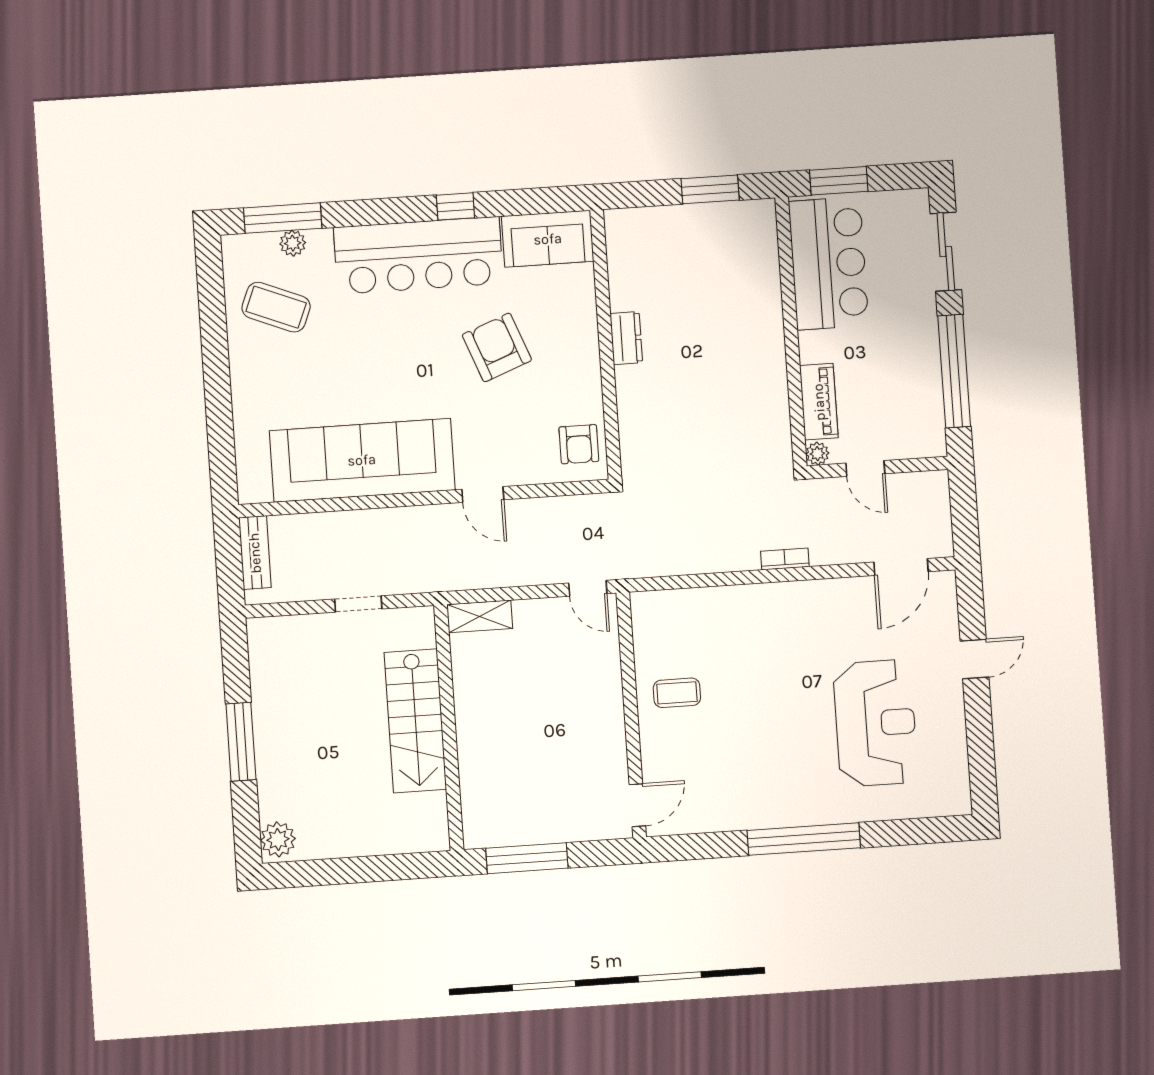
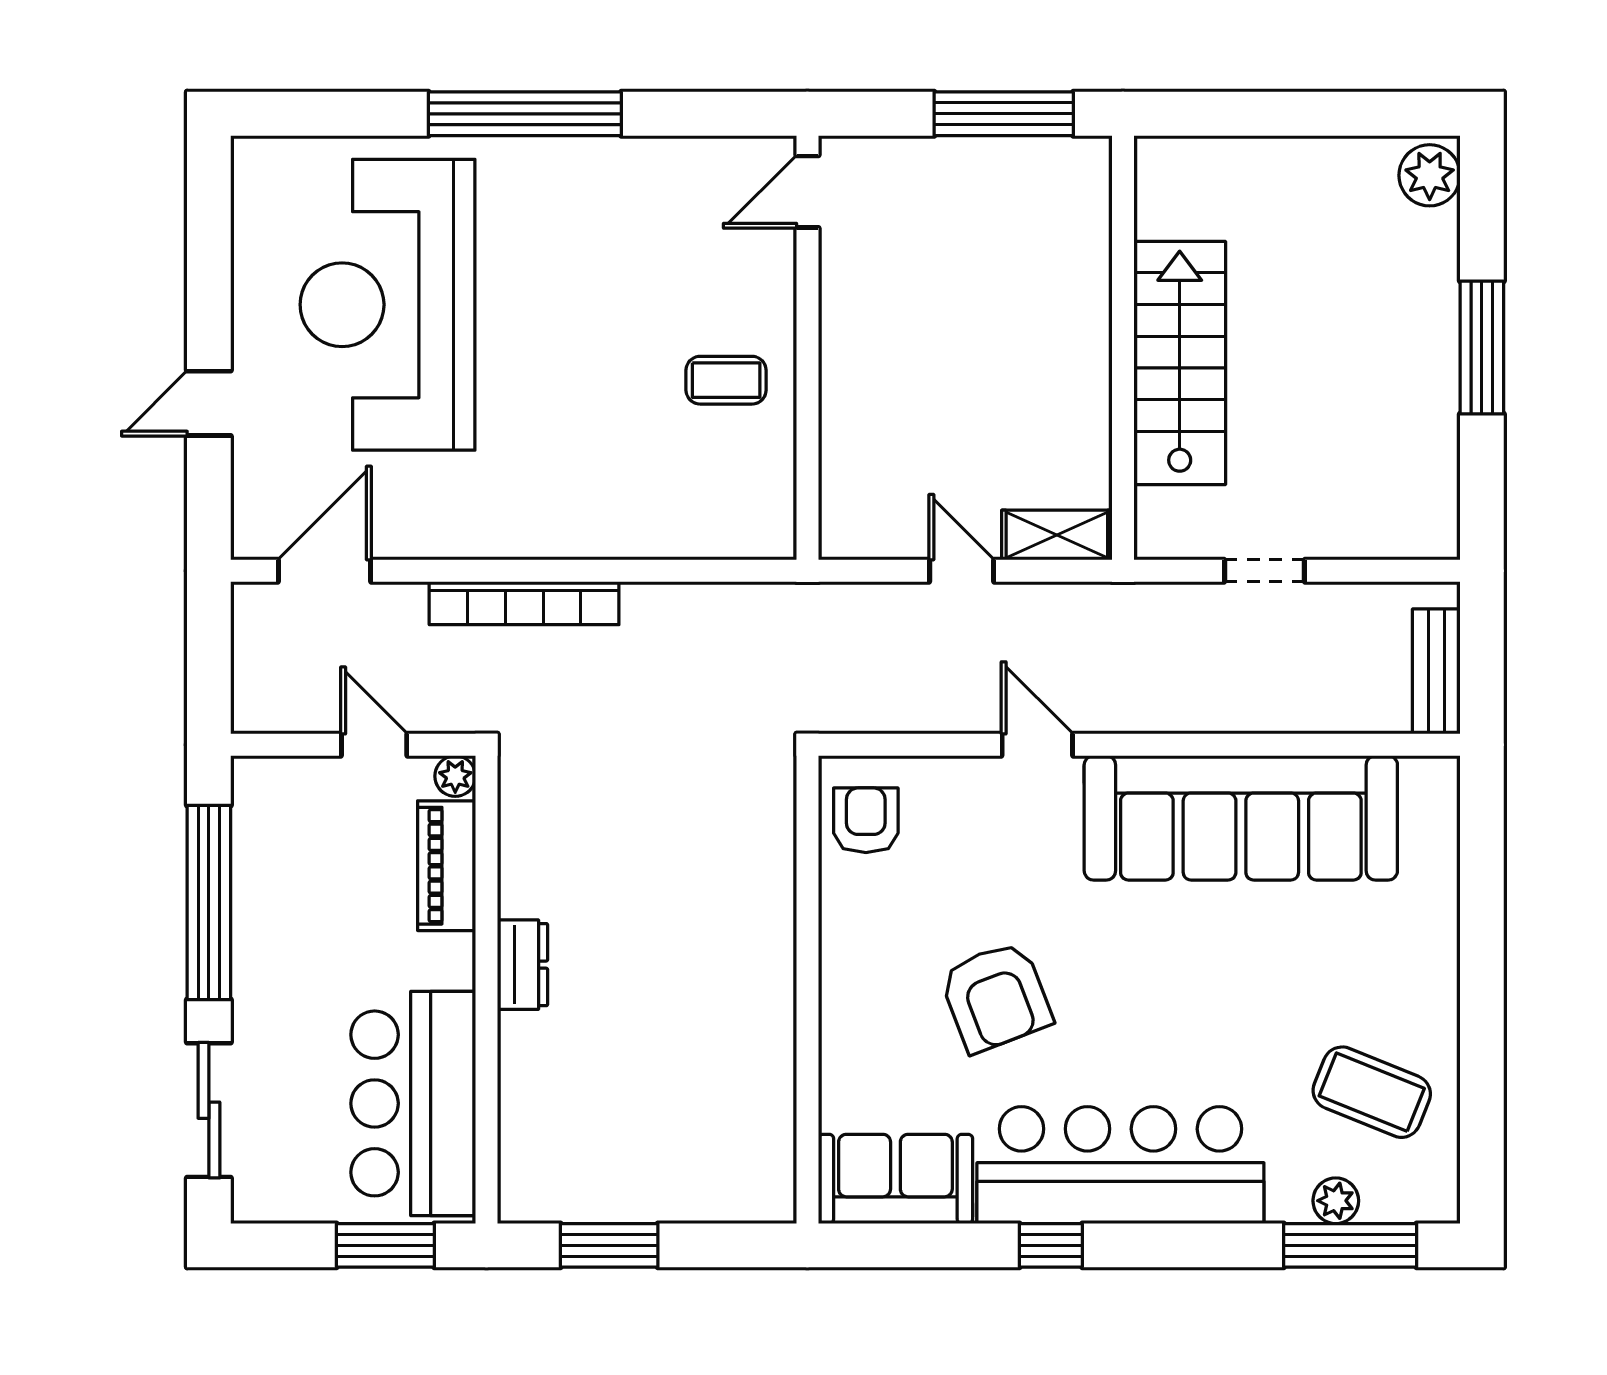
dresser: (626, 338) -> (522, 965), moved, turned 180
bookcase: (785, 559) -> (524, 603), width x2.31, depth x1.31
door: (588, 588) -> (962, 571), moved
reception desk: (875, 723) -> (387, 305), width x1.36, depth x1.30

